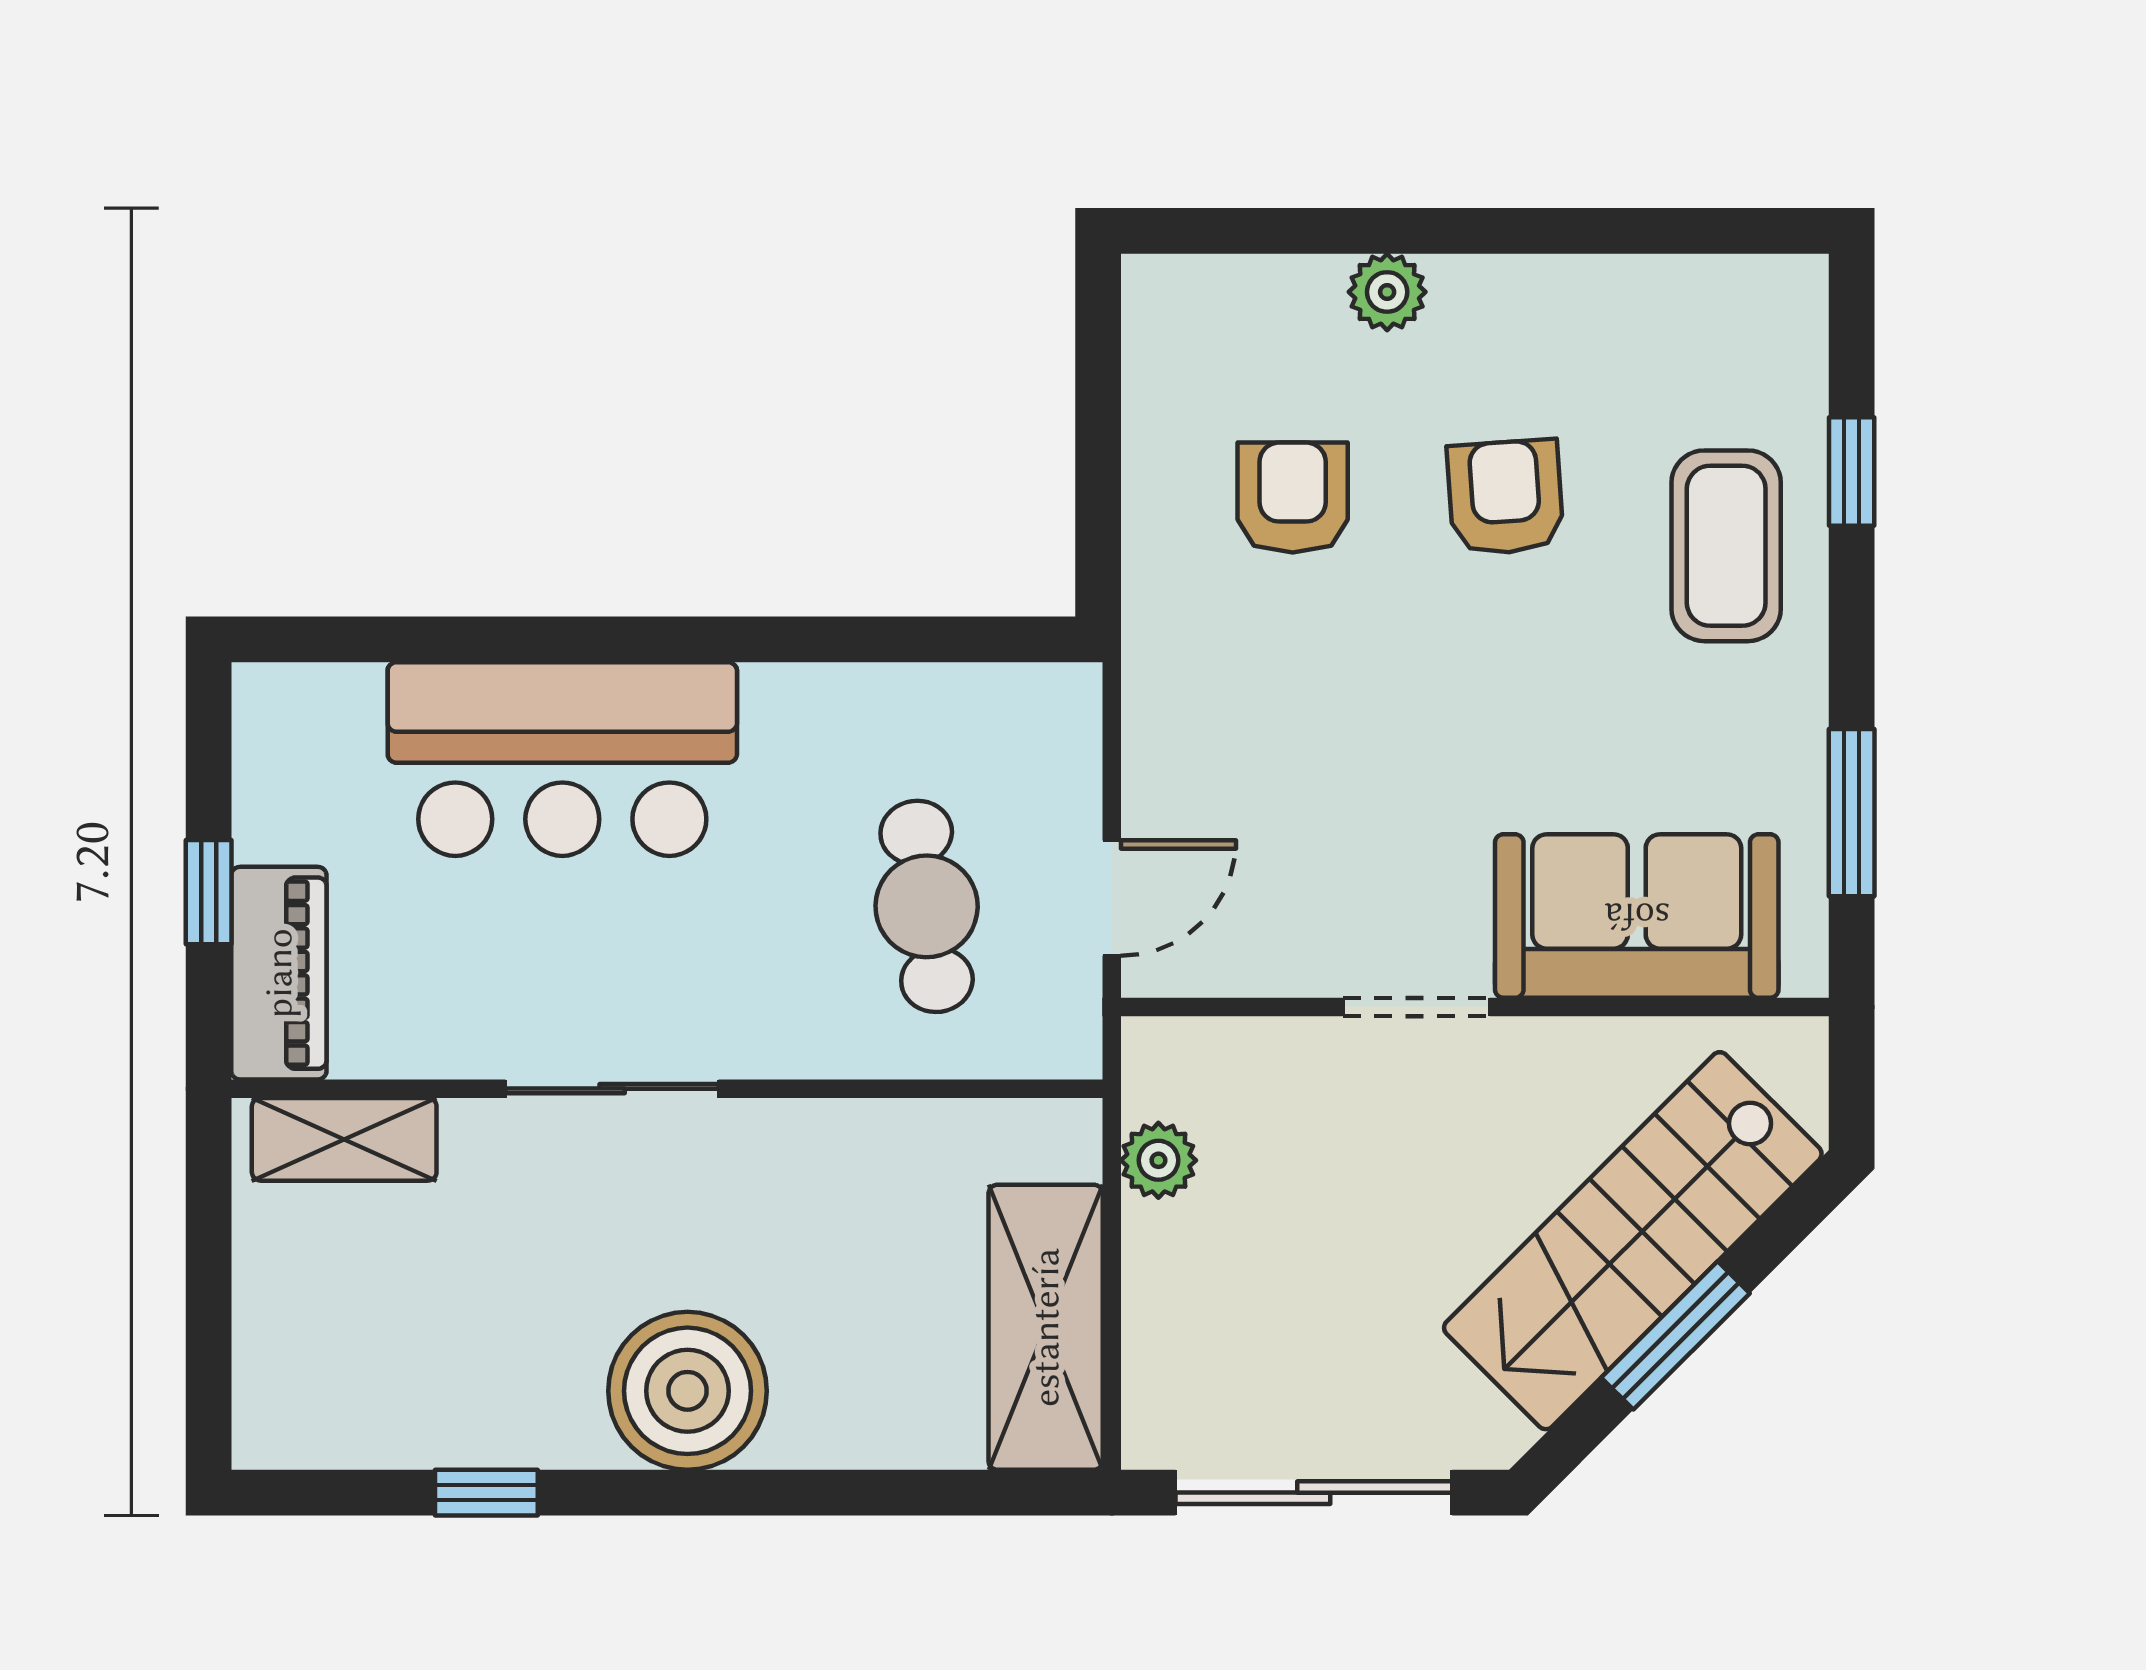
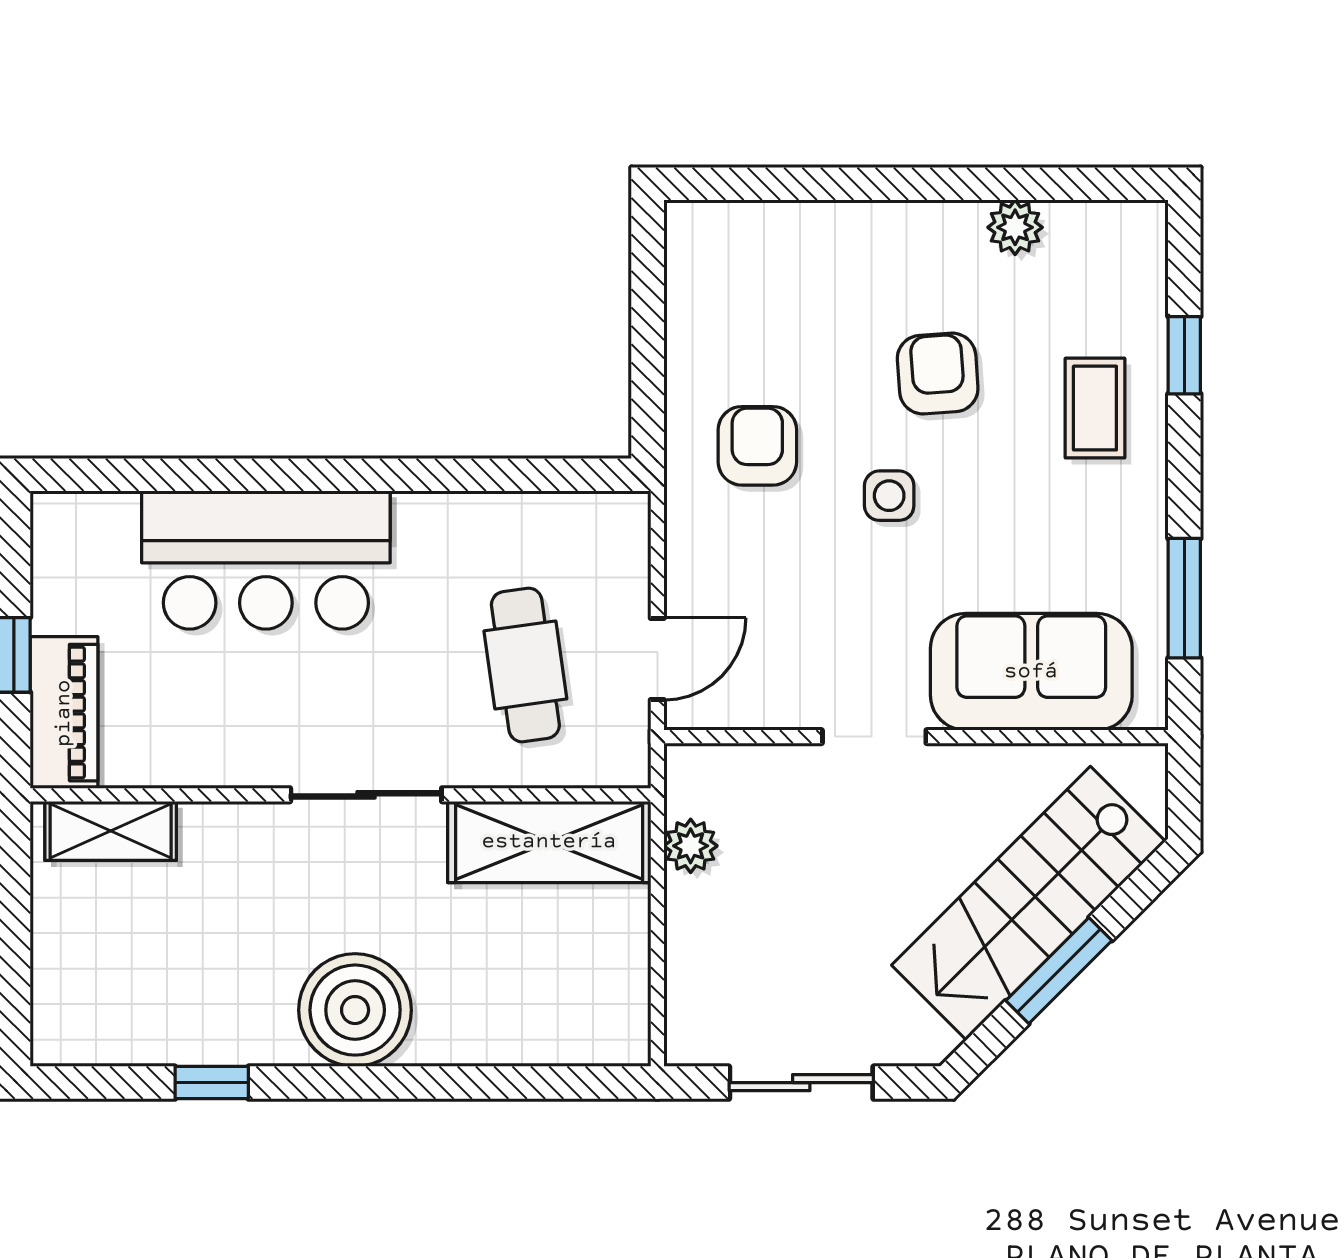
plant: (1387, 292) -> (1015, 227), moved
armchair: (1293, 497) -> (757, 446), moved
coffee table: (1726, 546) -> (1095, 408), width x0.73, depth x0.77
side table: (1437, 669) -> (889, 496), added
sliding door: (612, 1089) -> (366, 795), moved
shelving: (1046, 1327) -> (549, 842), moved, turned 90
sliding door: (1314, 1493) -> (801, 1083), width x0.73

